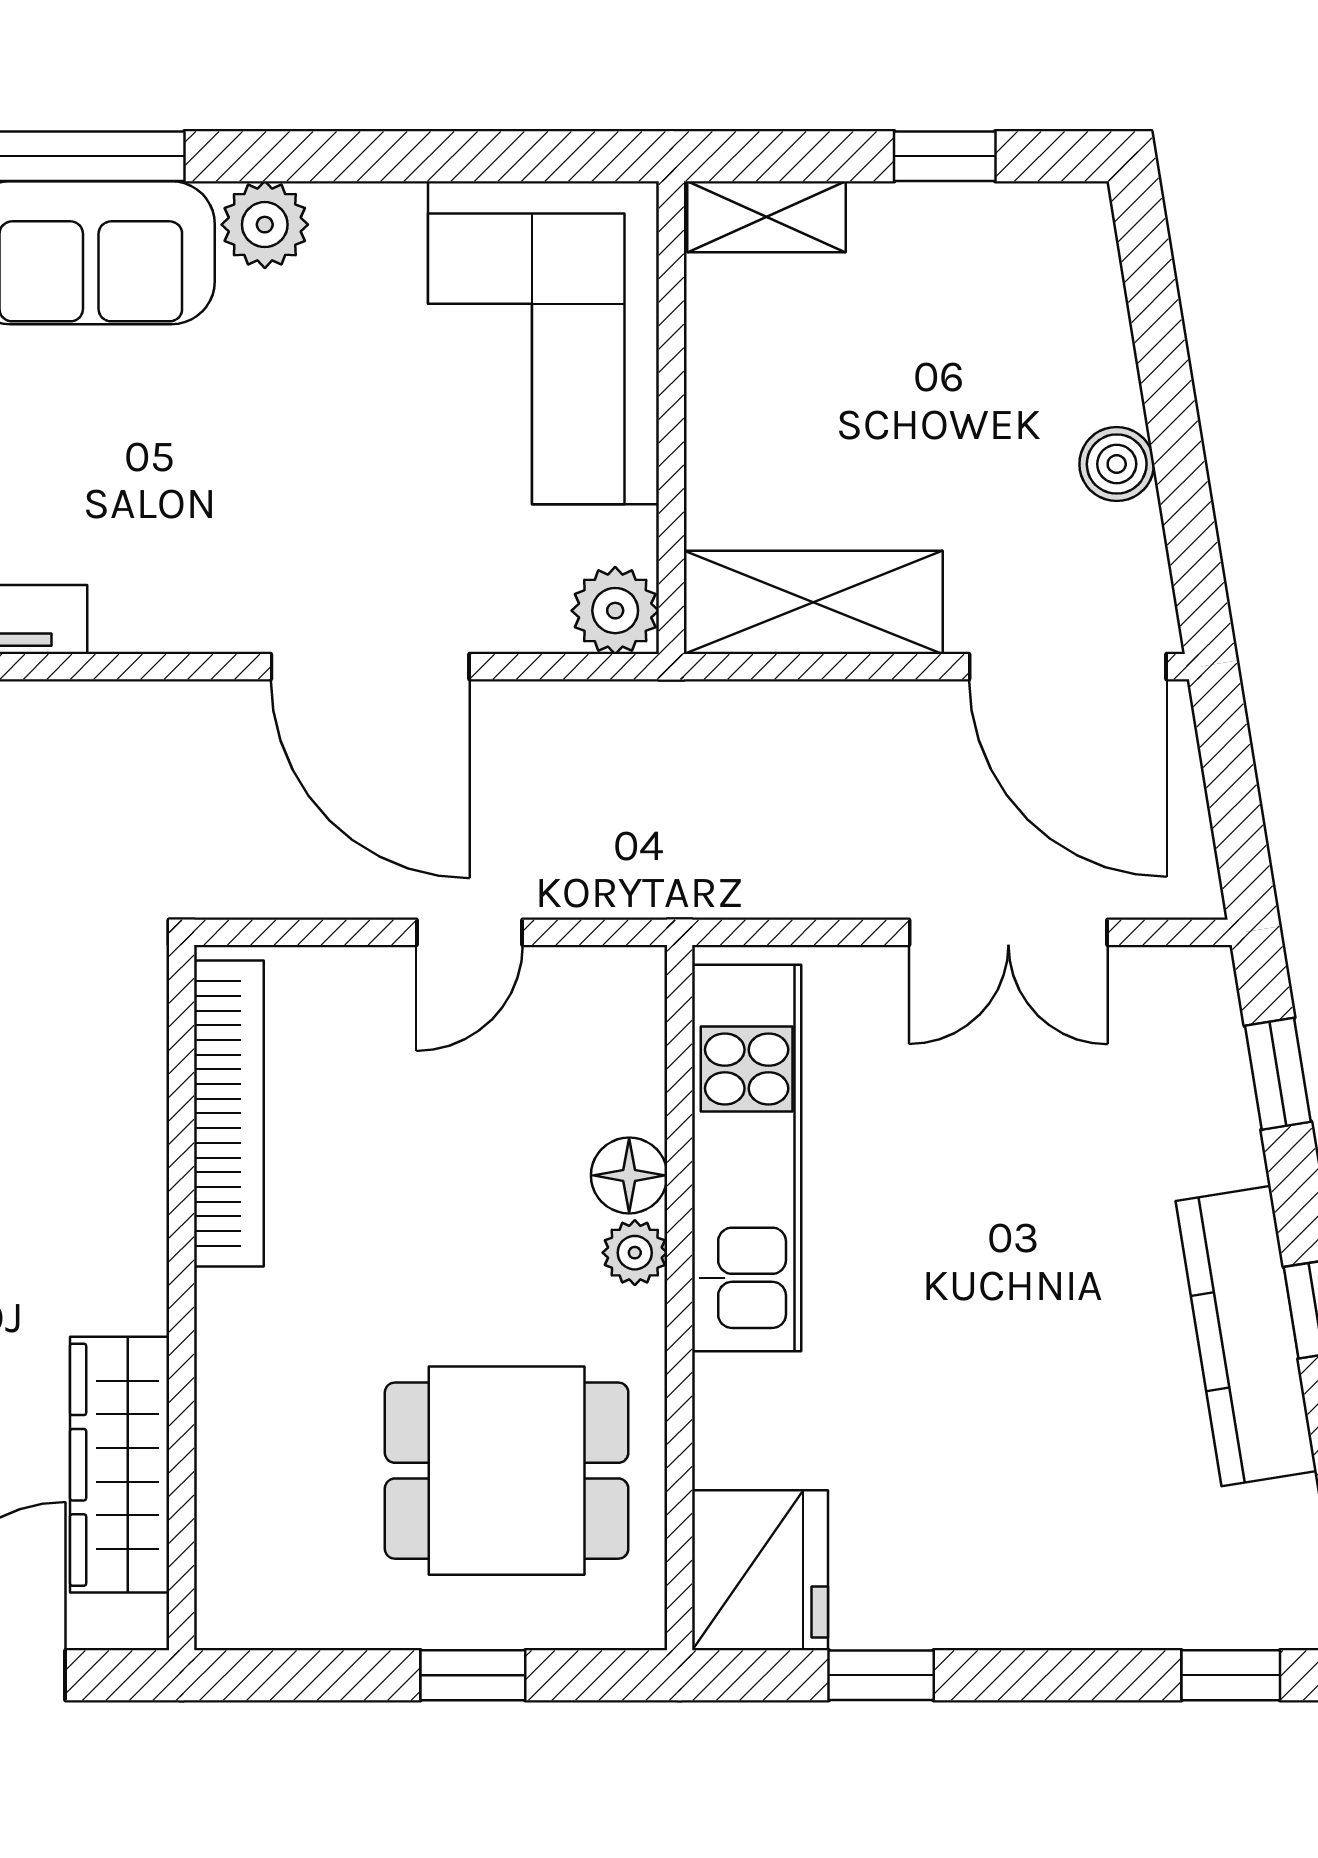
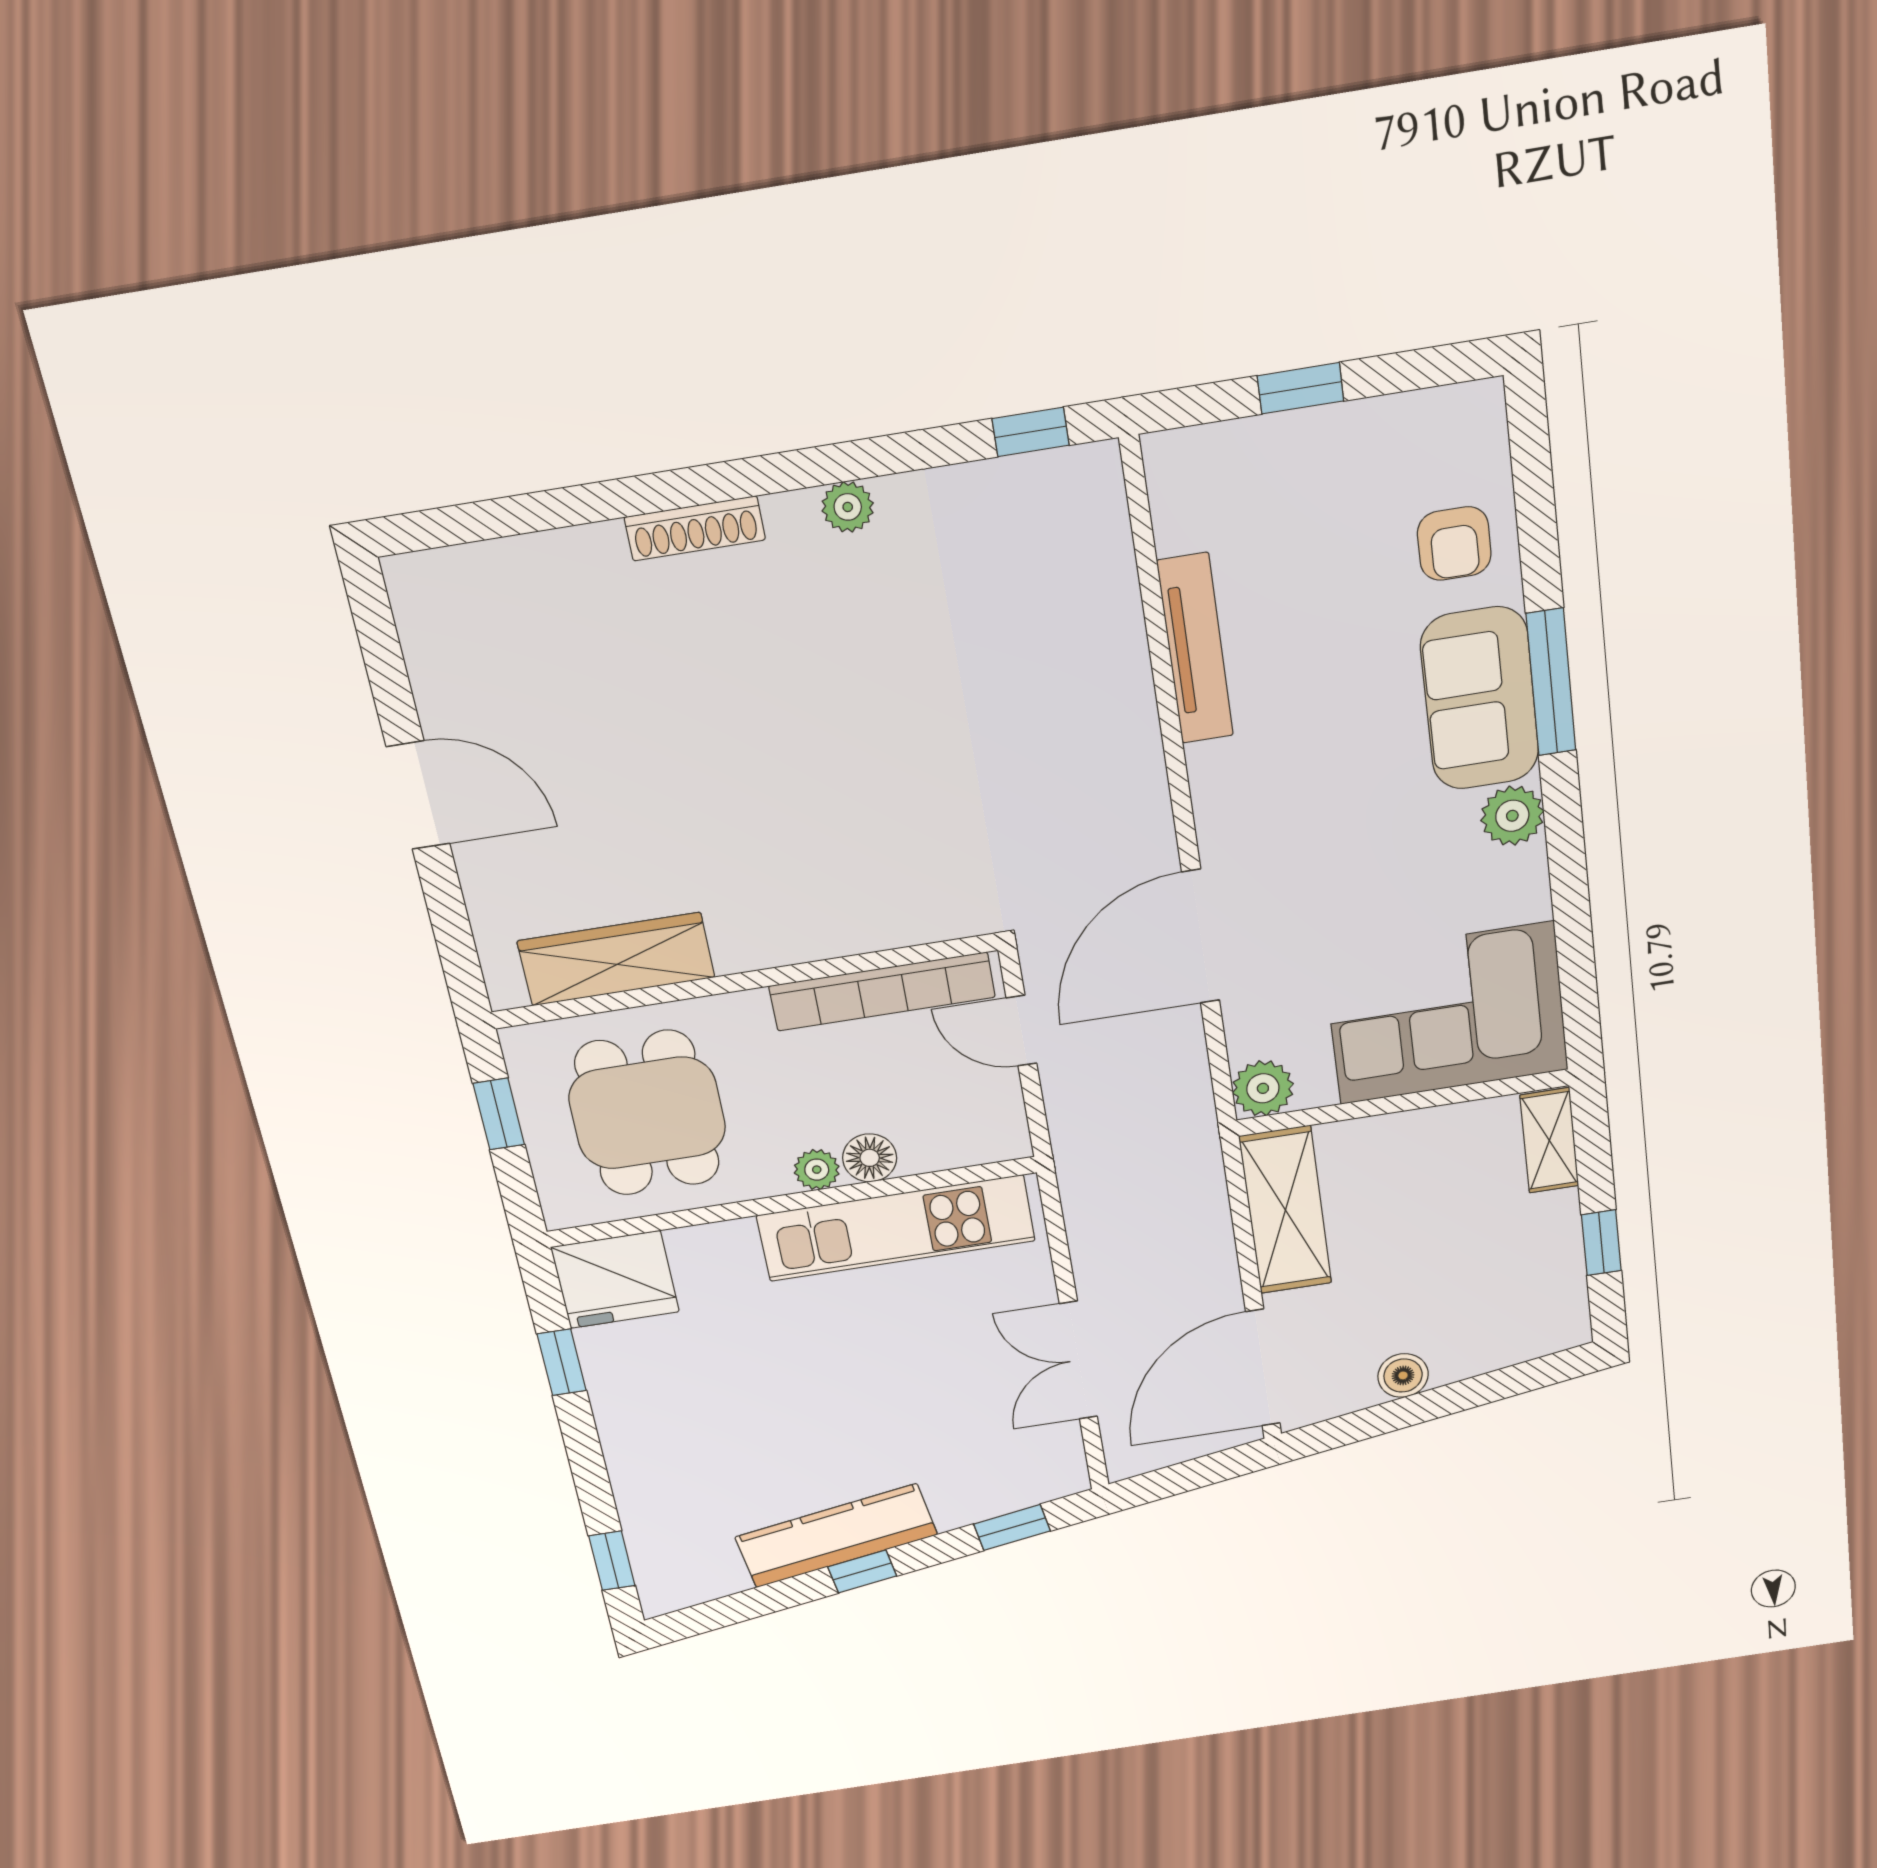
bookcase: (229, 1113) -> (882, 992), moved
wall: (182, 1298) -> (745, 981), moved
wardrobe: (120, 1465) -> (616, 959), moved

